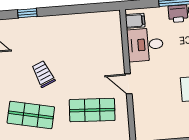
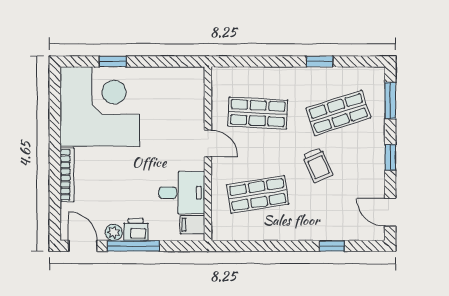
shop shelf: (87, 48) -> (258, 194), added
shop shelf: (31, 115) -> (338, 113), turned -30

